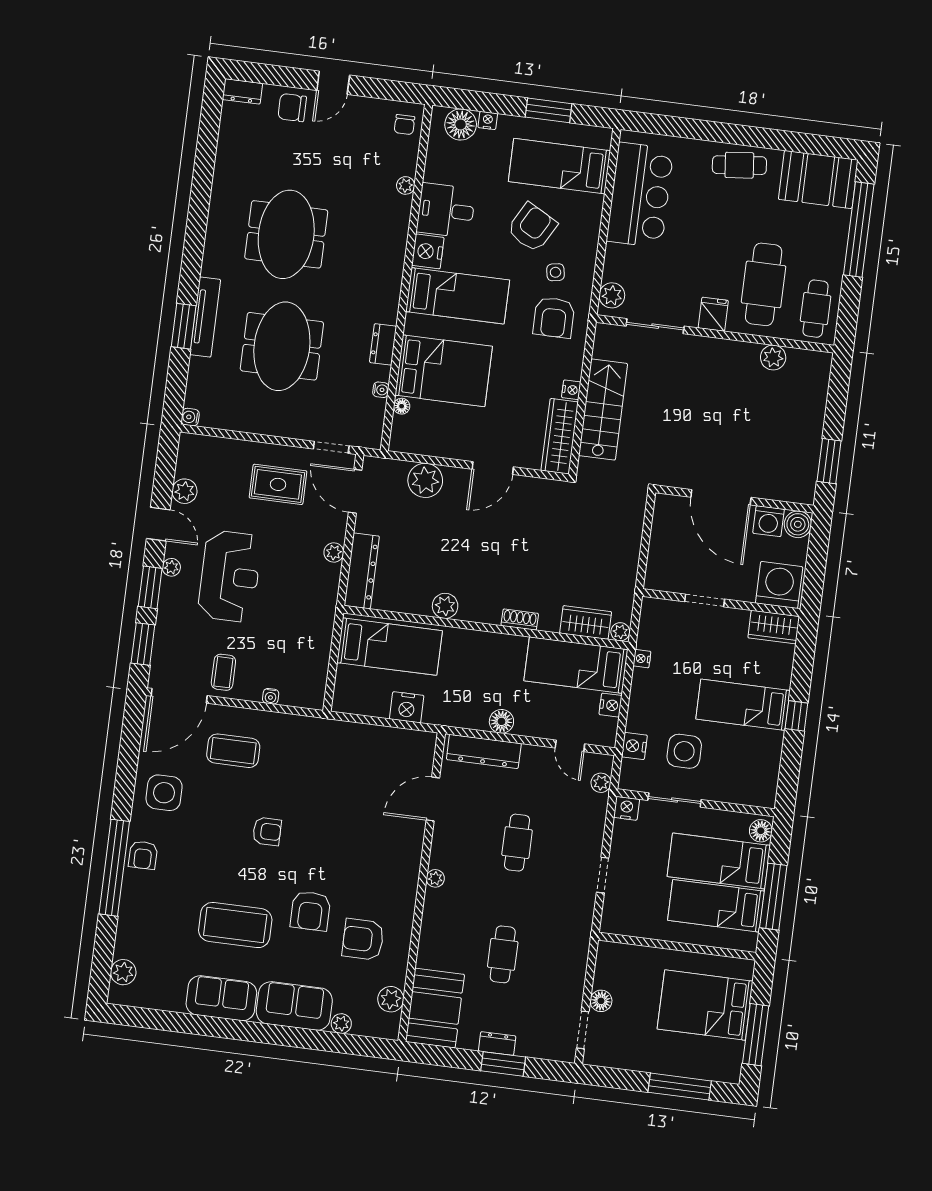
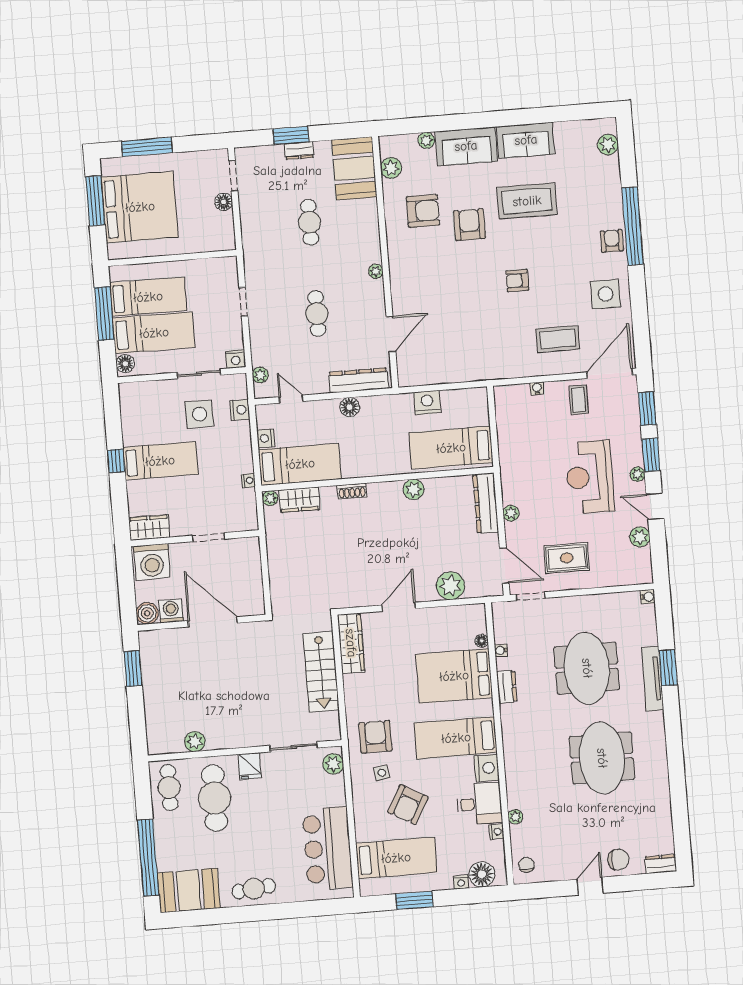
nightstand: (571, 390) -> (497, 832), moved, turned 180
bed: (705, 1005) -> (140, 207), width x1.36

